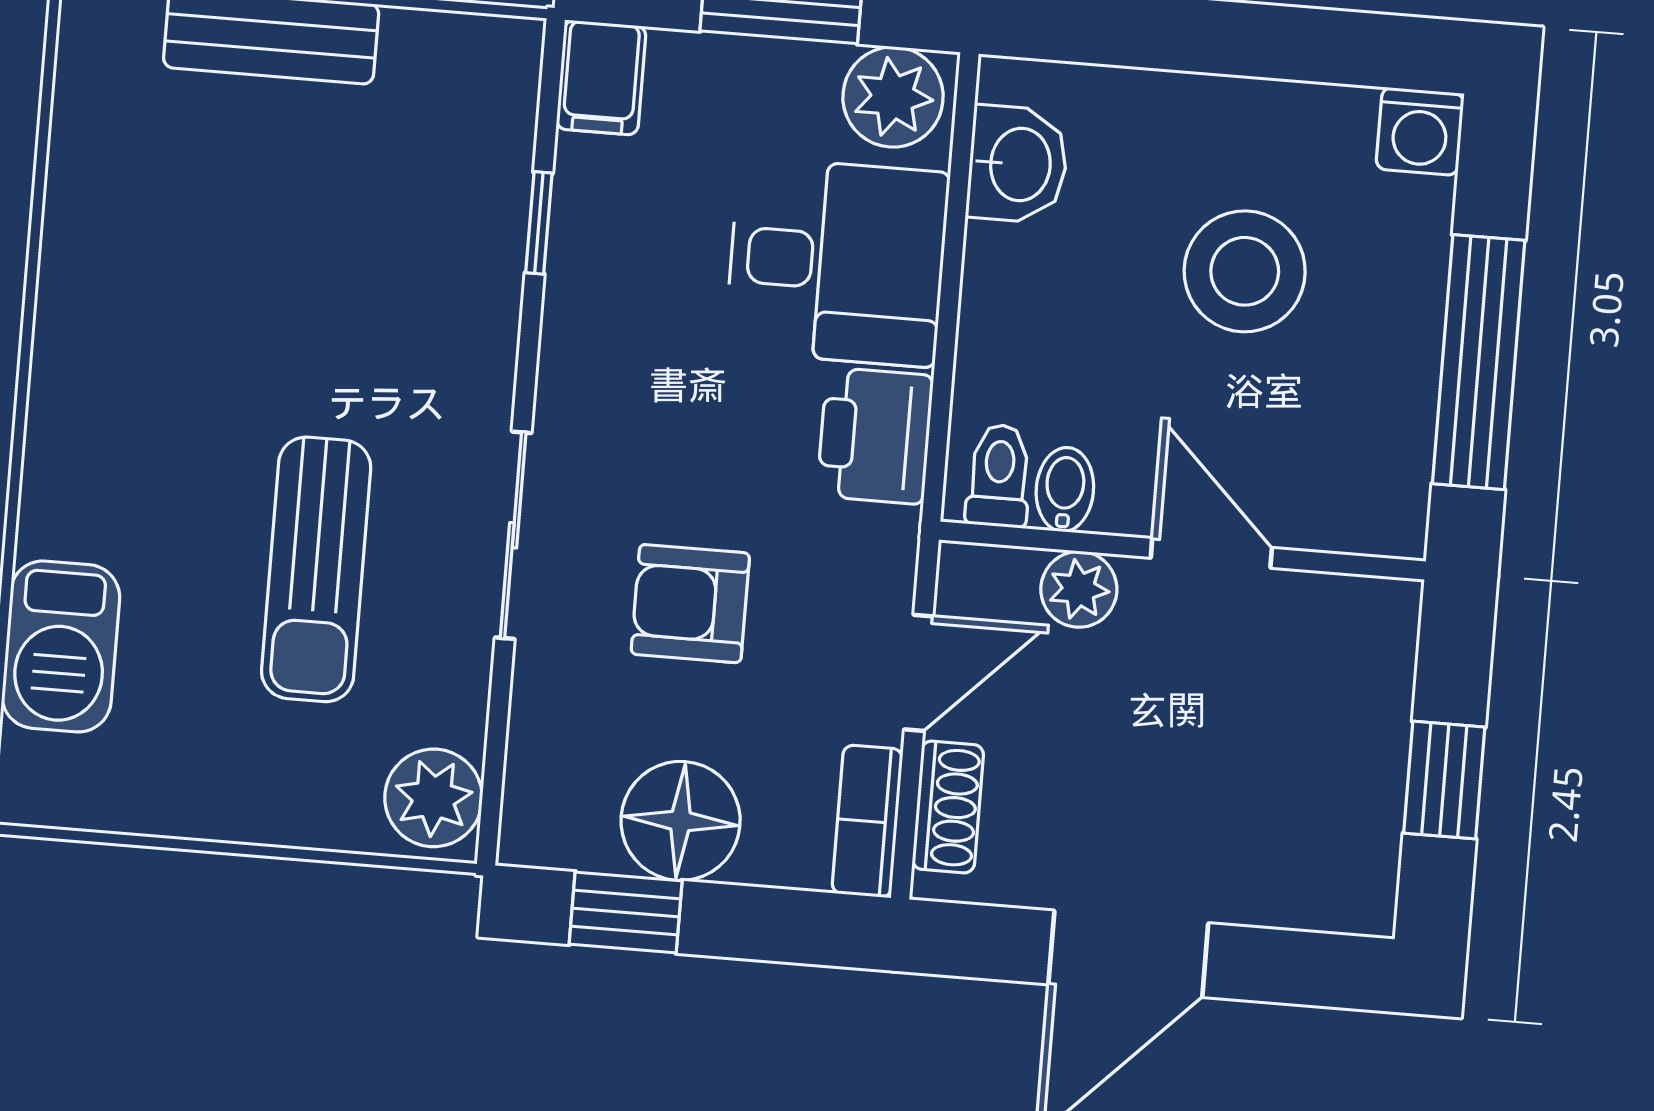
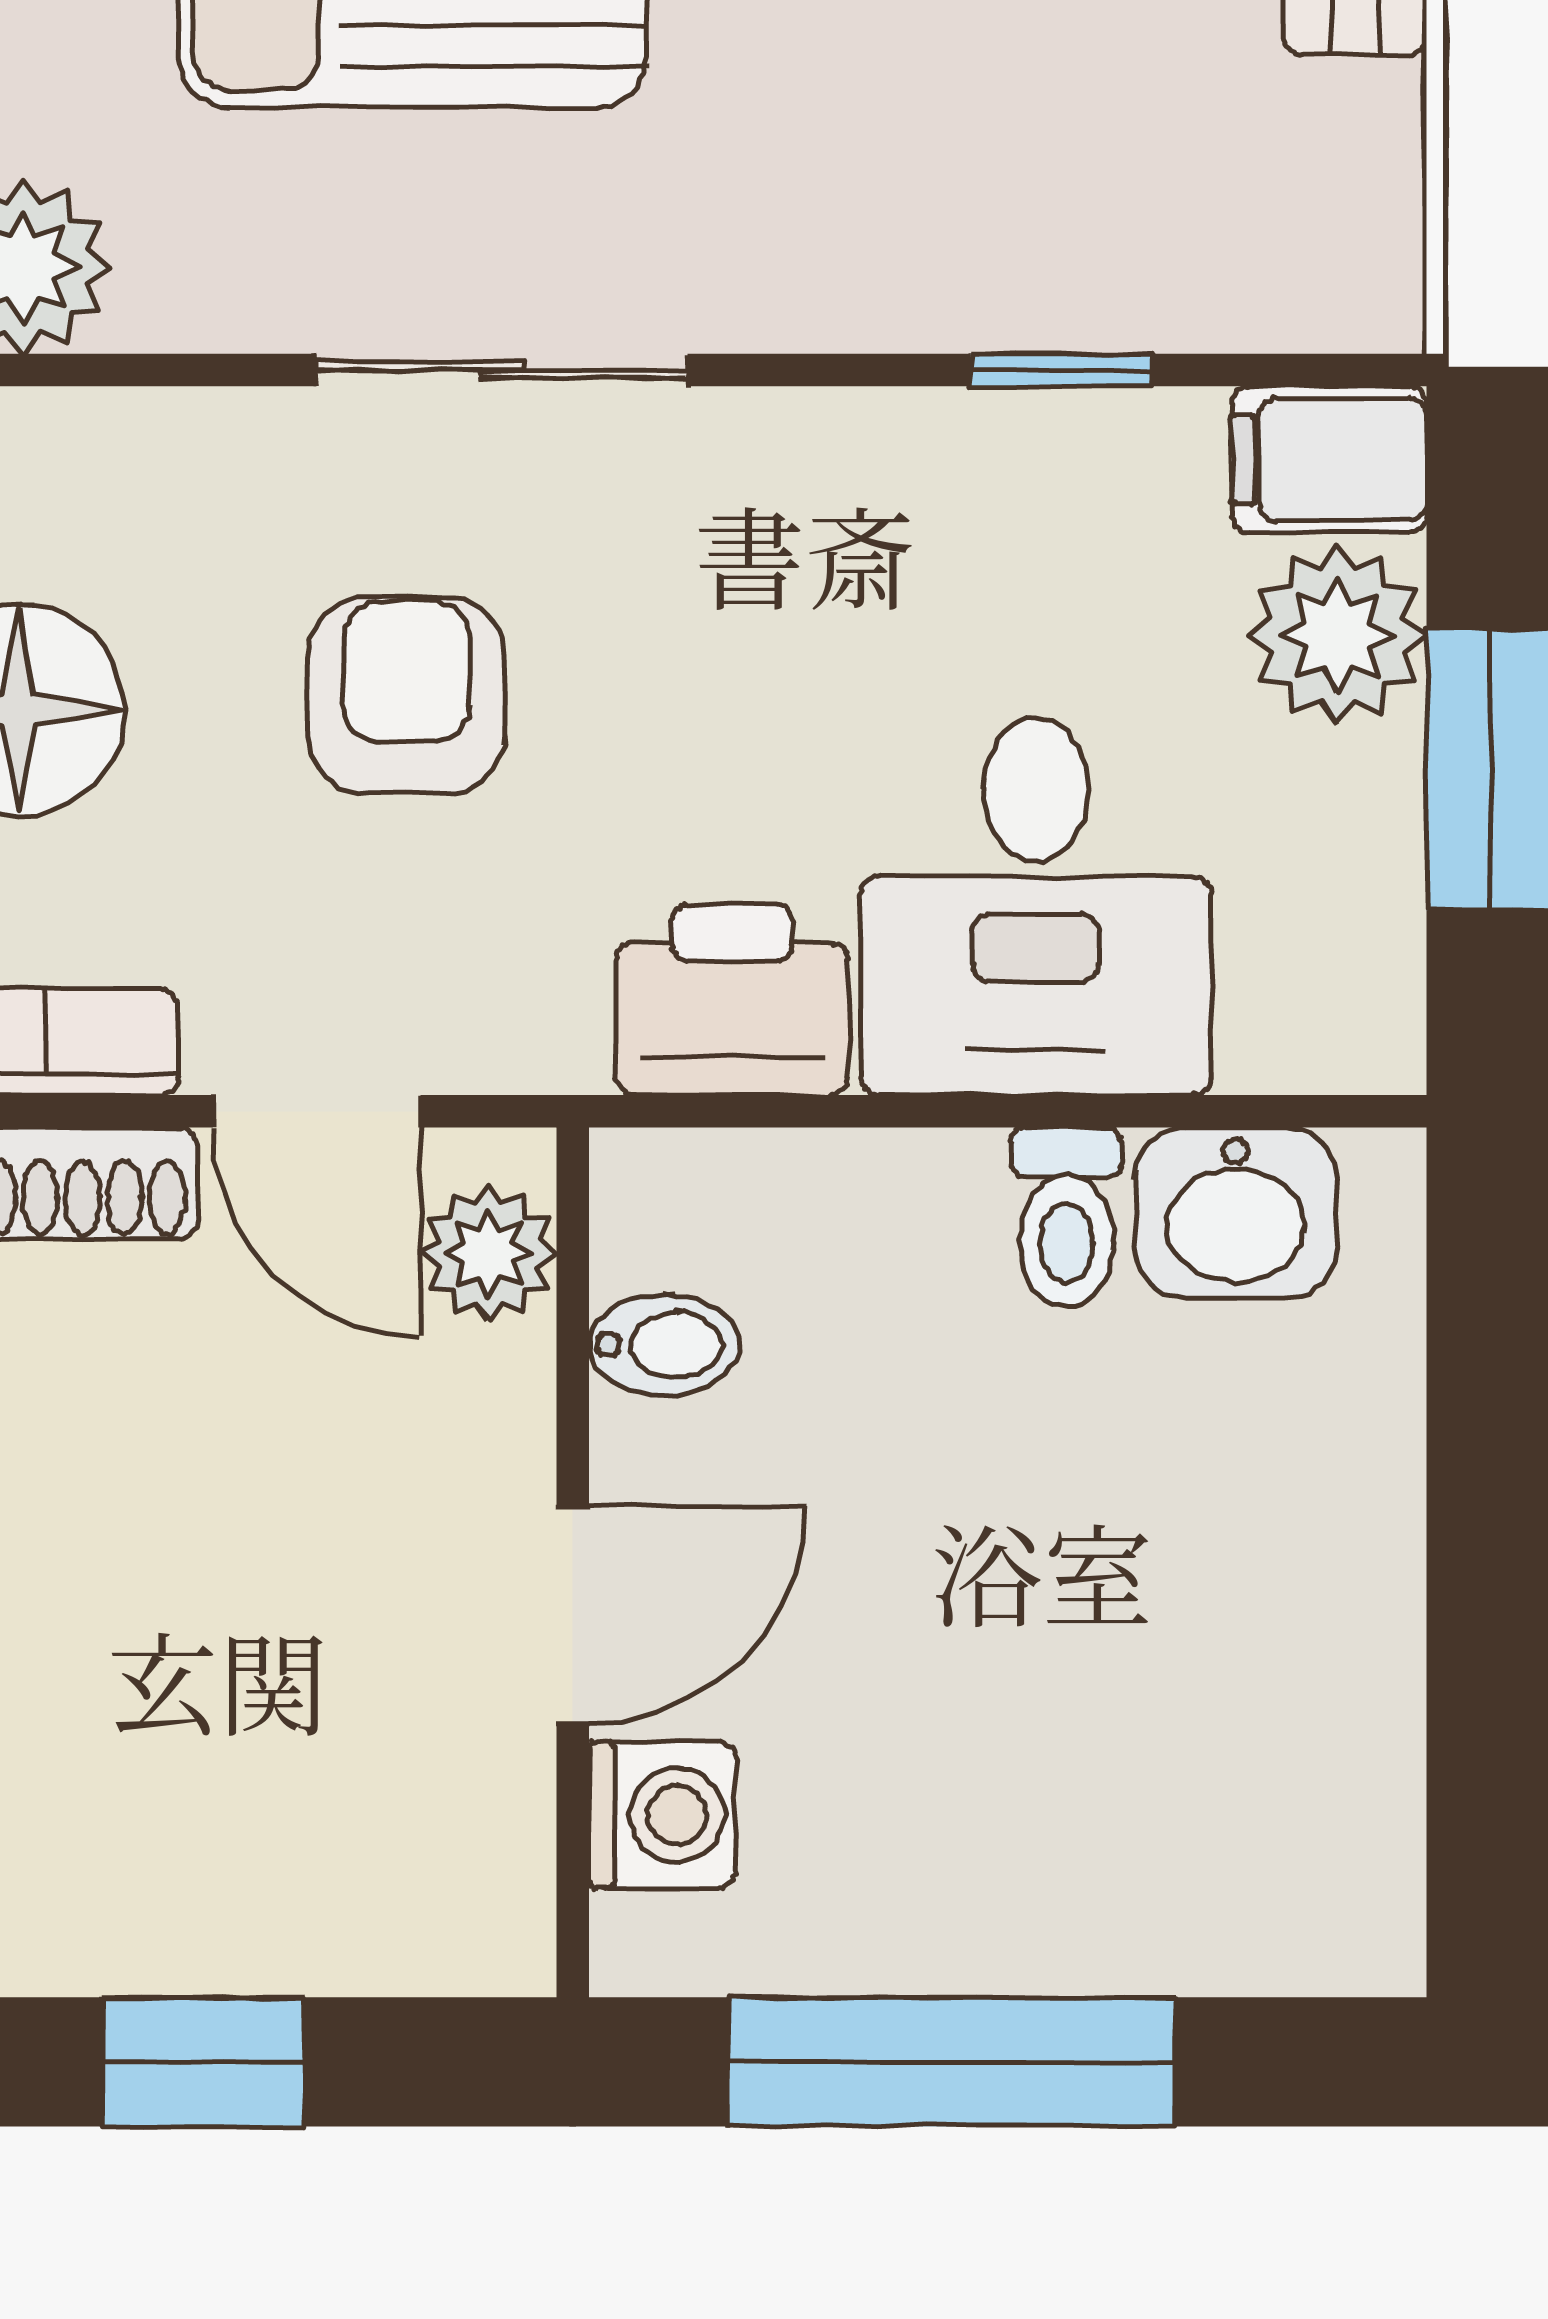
plant: (893, 97) -> (1337, 635), moved
washing machine: (1420, 131) -> (662, 1815), moved, turned 180
stool: (1245, 271) -> (1078, 1633), removed
toilet: (999, 476) -> (1066, 1217), moved, turned 90
plant: (1079, 589) -> (489, 1253), moved

